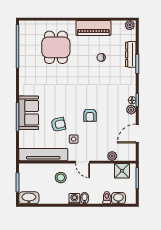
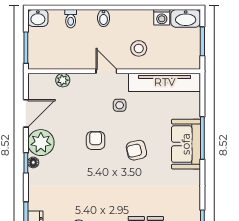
plant: (131, 110) -> (41, 143), width x1.87, depth x1.87
armchair: (58, 125) -> (136, 150), moved
shower: (122, 171) -> (48, 58), removed
washbasin: (118, 198) -> (38, 18), moved
washing machine: (74, 199) -> (162, 17), moved

